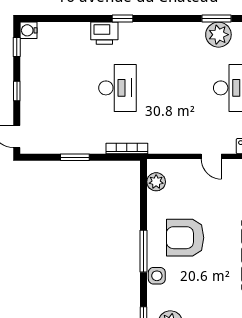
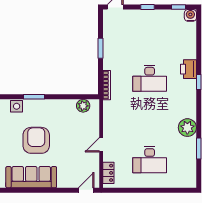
plant: (218, 35) -> (187, 128), moved
armchair: (185, 238) -> (36, 140), moved
window: (144, 251) -> (34, 97), width x0.69

